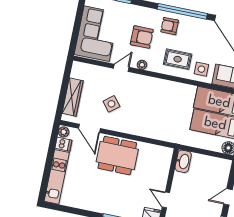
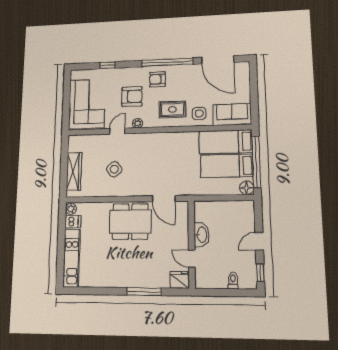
door: (89, 128) -> (164, 199), moved
washbasin: (183, 161) -> (202, 235), moved

